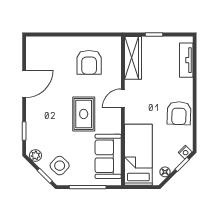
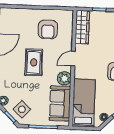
rug: (84, 114) -> (34, 62), moved
plant: (112, 124) -> (64, 78), added

